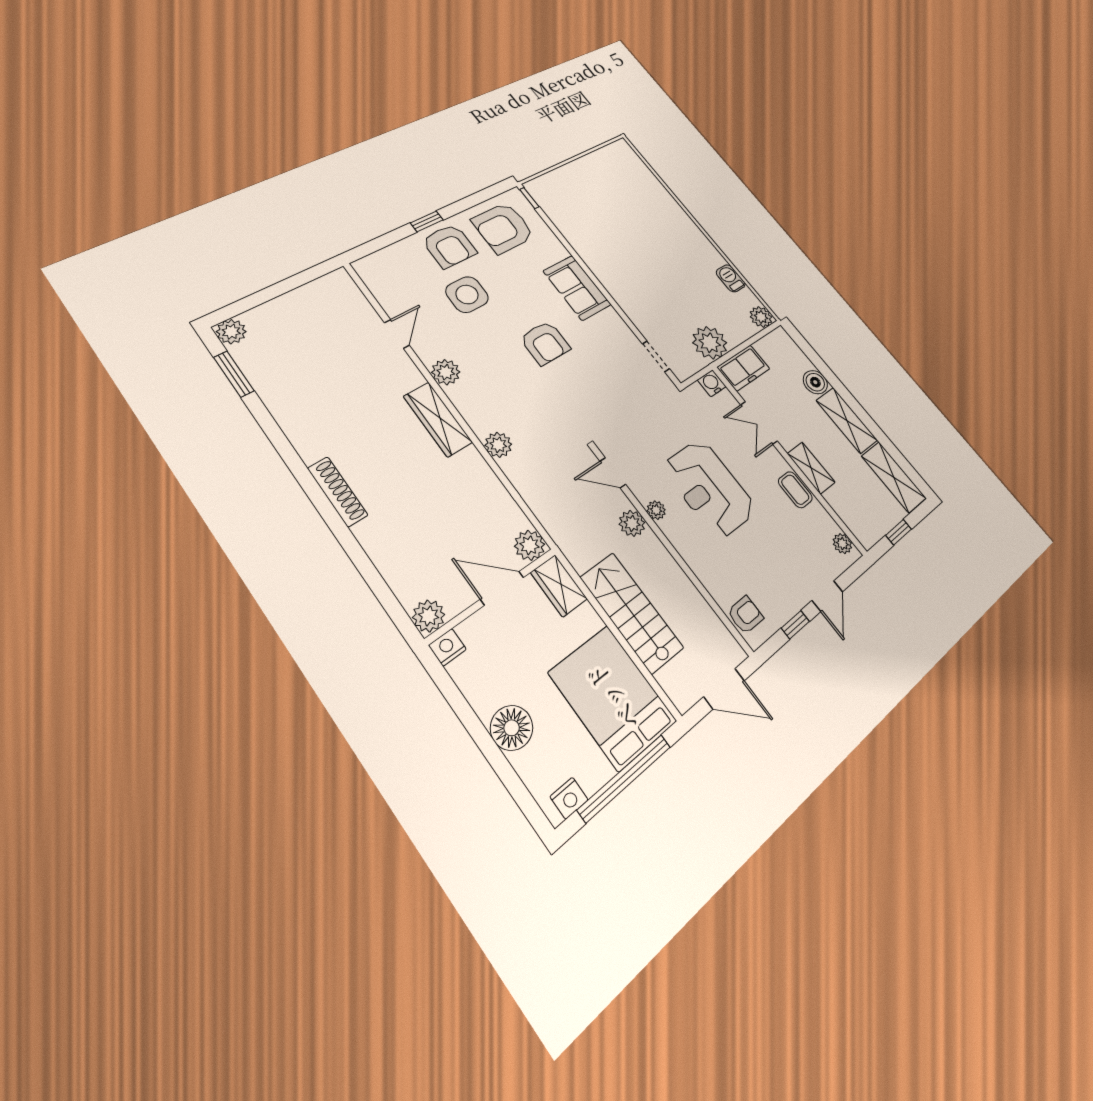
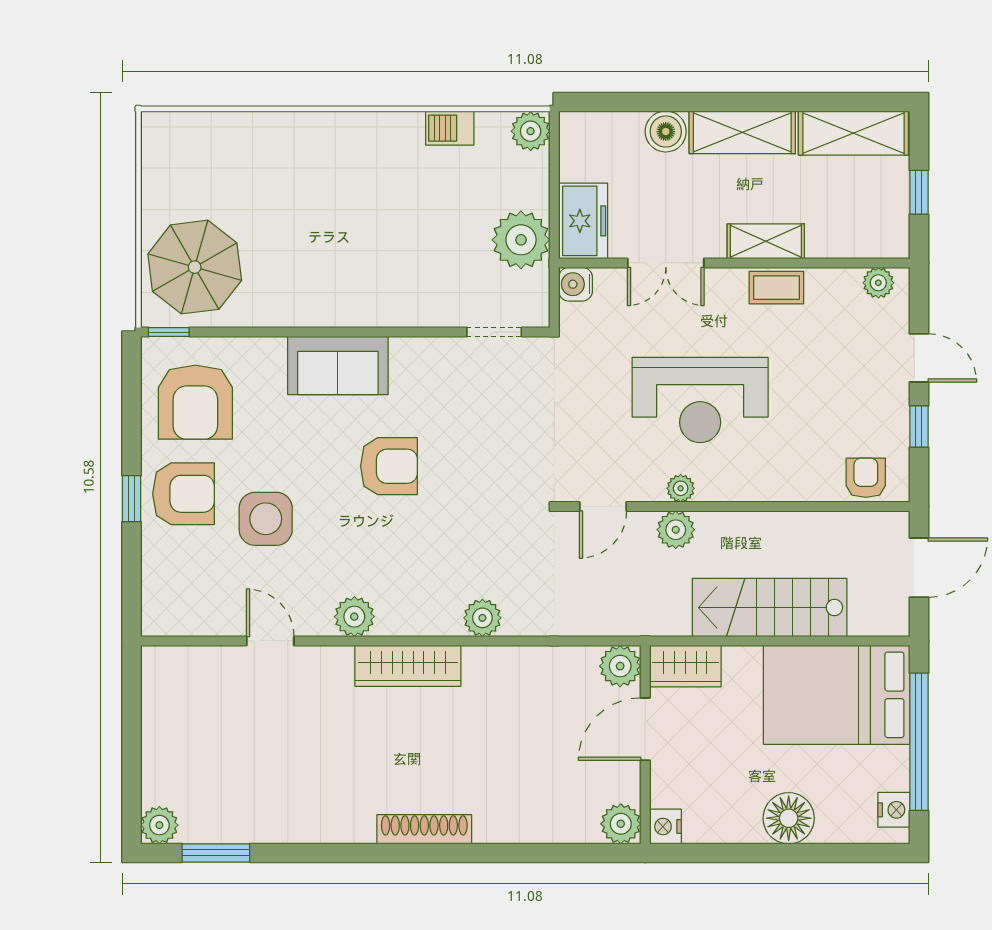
parasol: (571, 195) -> (195, 267), added

